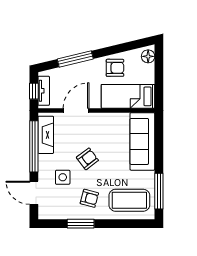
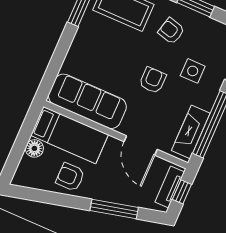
floor lamp: (148, 56) -> (34, 148), moved
door: (76, 110) -> (141, 146), hinge flipped
sofa: (142, 141) -> (87, 101), moved, turned -90
armchair: (87, 159) -> (153, 80), turned 127

